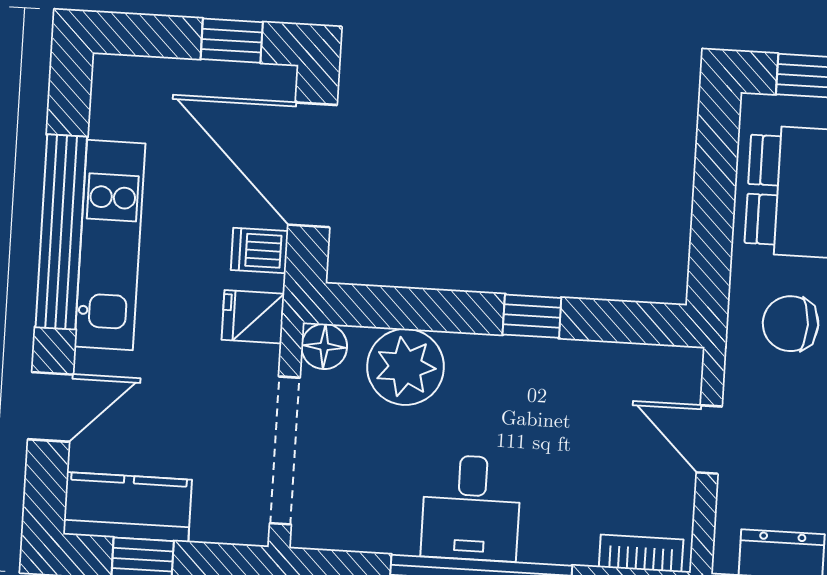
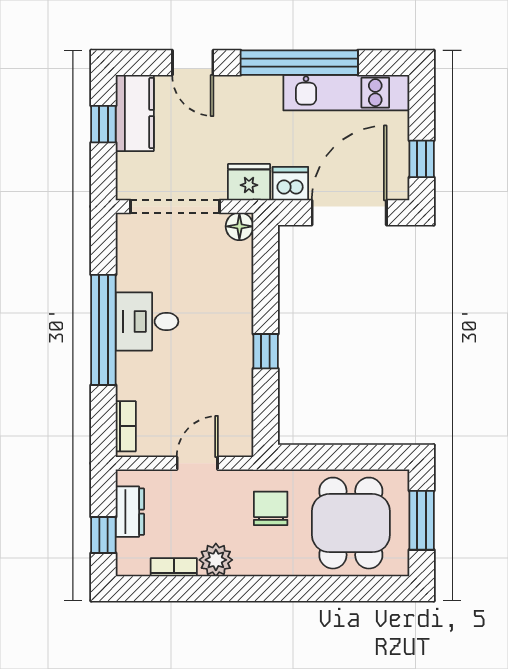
kitchen unit: (110, 245) -> (346, 93), moved
dishwasher: (260, 251) -> (290, 184), width x1.38
fridge: (253, 317) -> (249, 182), width x1.38
plant: (406, 367) -> (230, 276), removed

